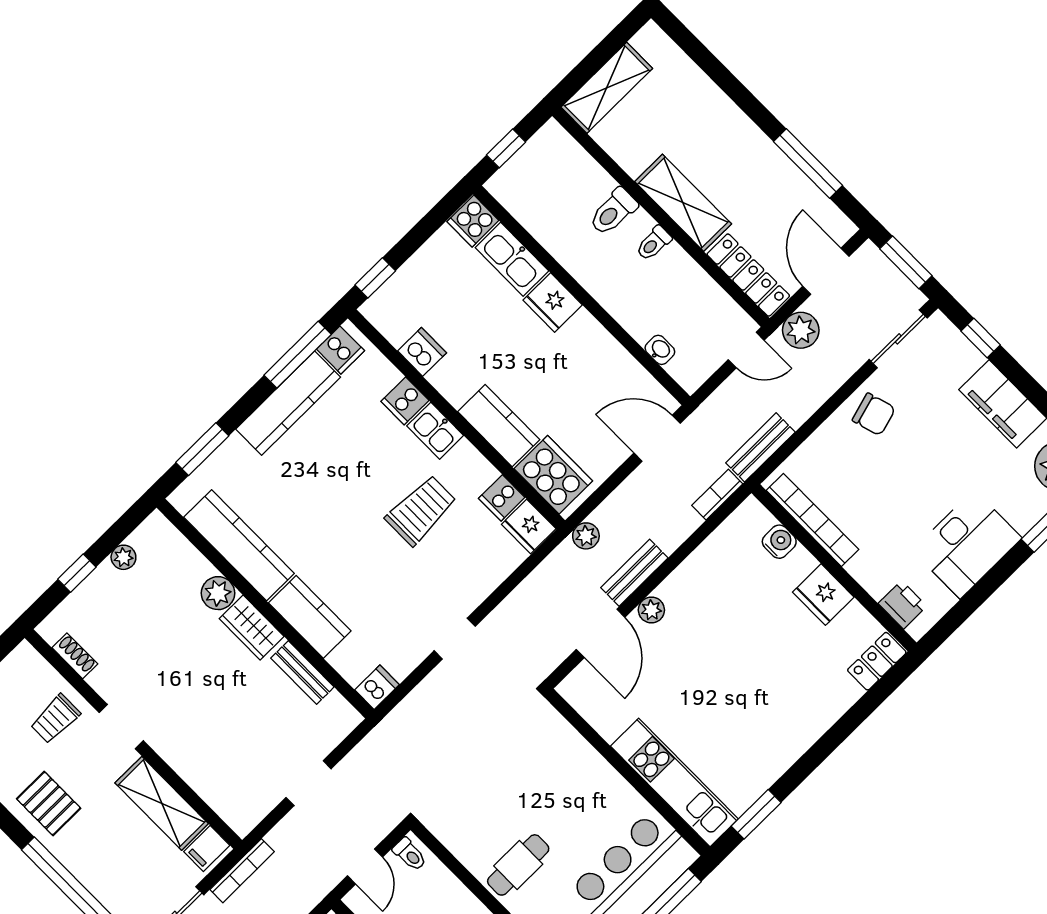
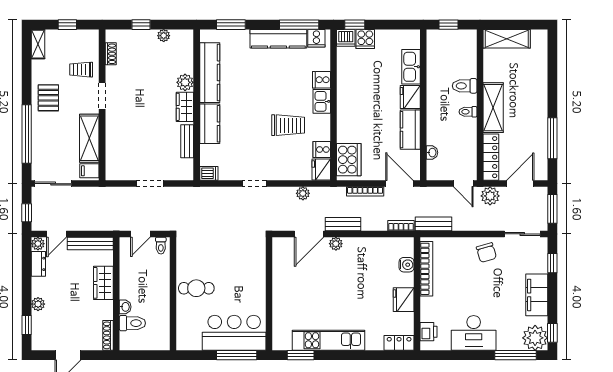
cooker: (473, 221) -> (365, 39), moved, turned -90
dishwasher: (422, 352) -> (346, 38), moved, turned 90
kitchen counter: (499, 426) -> (410, 130), moved, turned 180
plant: (586, 536) -> (303, 193), moved
kitchen unit: (674, 783) -> (329, 340), moved, turned -90
bookcase: (242, 871) -> (365, 191), moved

